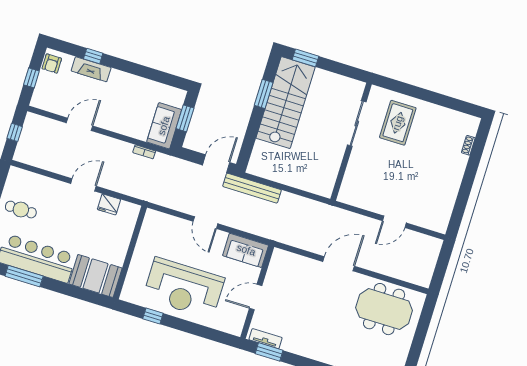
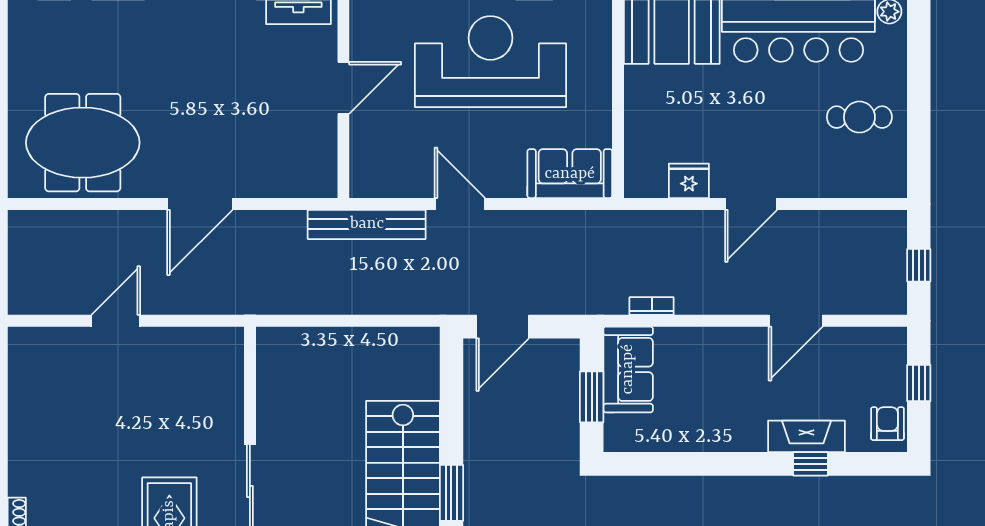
bench: (252, 188) -> (367, 224), moved
door: (205, 223) -> (460, 204), moved
sofa: (246, 250) -> (570, 174), moved

